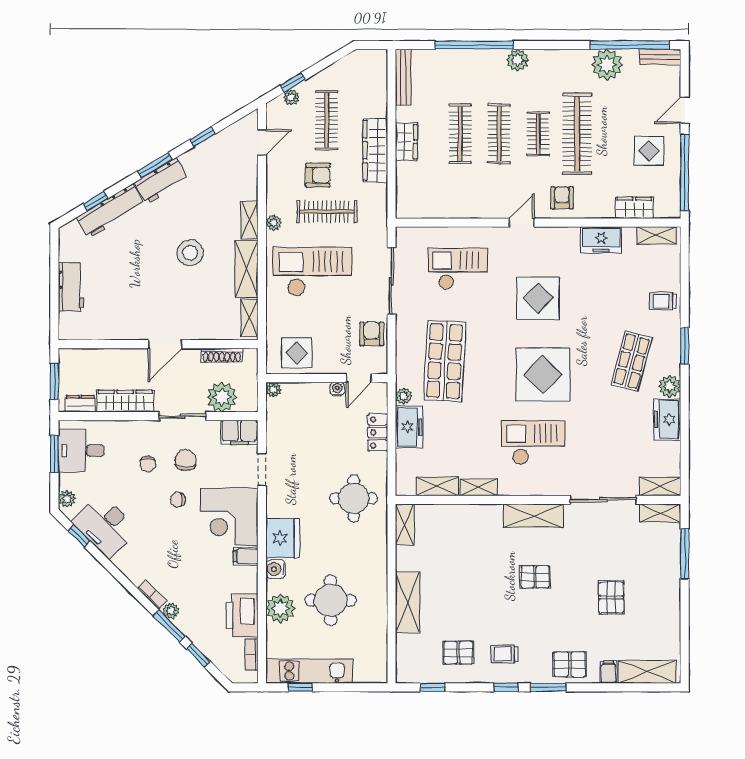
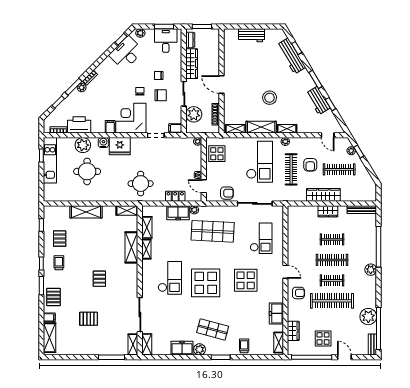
clothes rail: (460, 134) -> (332, 239), width x0.73
workbench: (161, 181) -> (318, 101), moved
filing cabinet: (239, 432) -> (175, 128), width x0.50
shelving: (533, 516) -> (131, 247), moved

